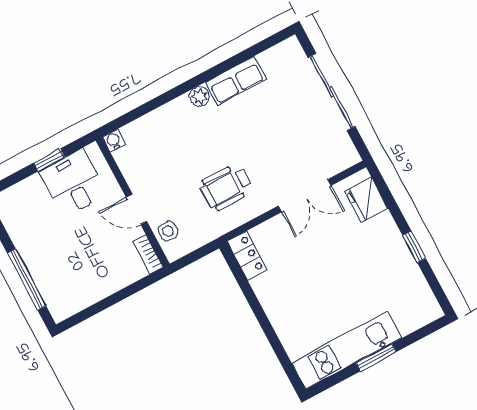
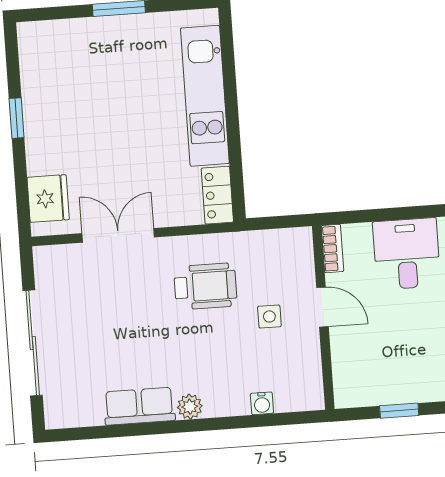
water cooler: (114, 141) -> (262, 403), moved
desk: (73, 183) -> (407, 254), moved, turned 180
side table: (168, 231) -> (269, 316), moved
kitchen unit: (346, 350) -> (205, 96), moved, turned 90

